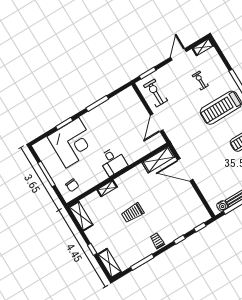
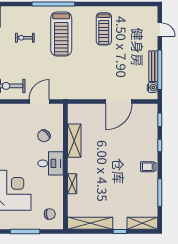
door: (157, 123) -> (39, 101), swing flipped
chair: (132, 143) -> (44, 136), added
shelving: (158, 160) -> (74, 141), moved
door: (185, 170) -> (119, 101), moved
trolley: (133, 213) -> (109, 174), removed
shelving: (81, 216) -> (90, 223), width x1.47

